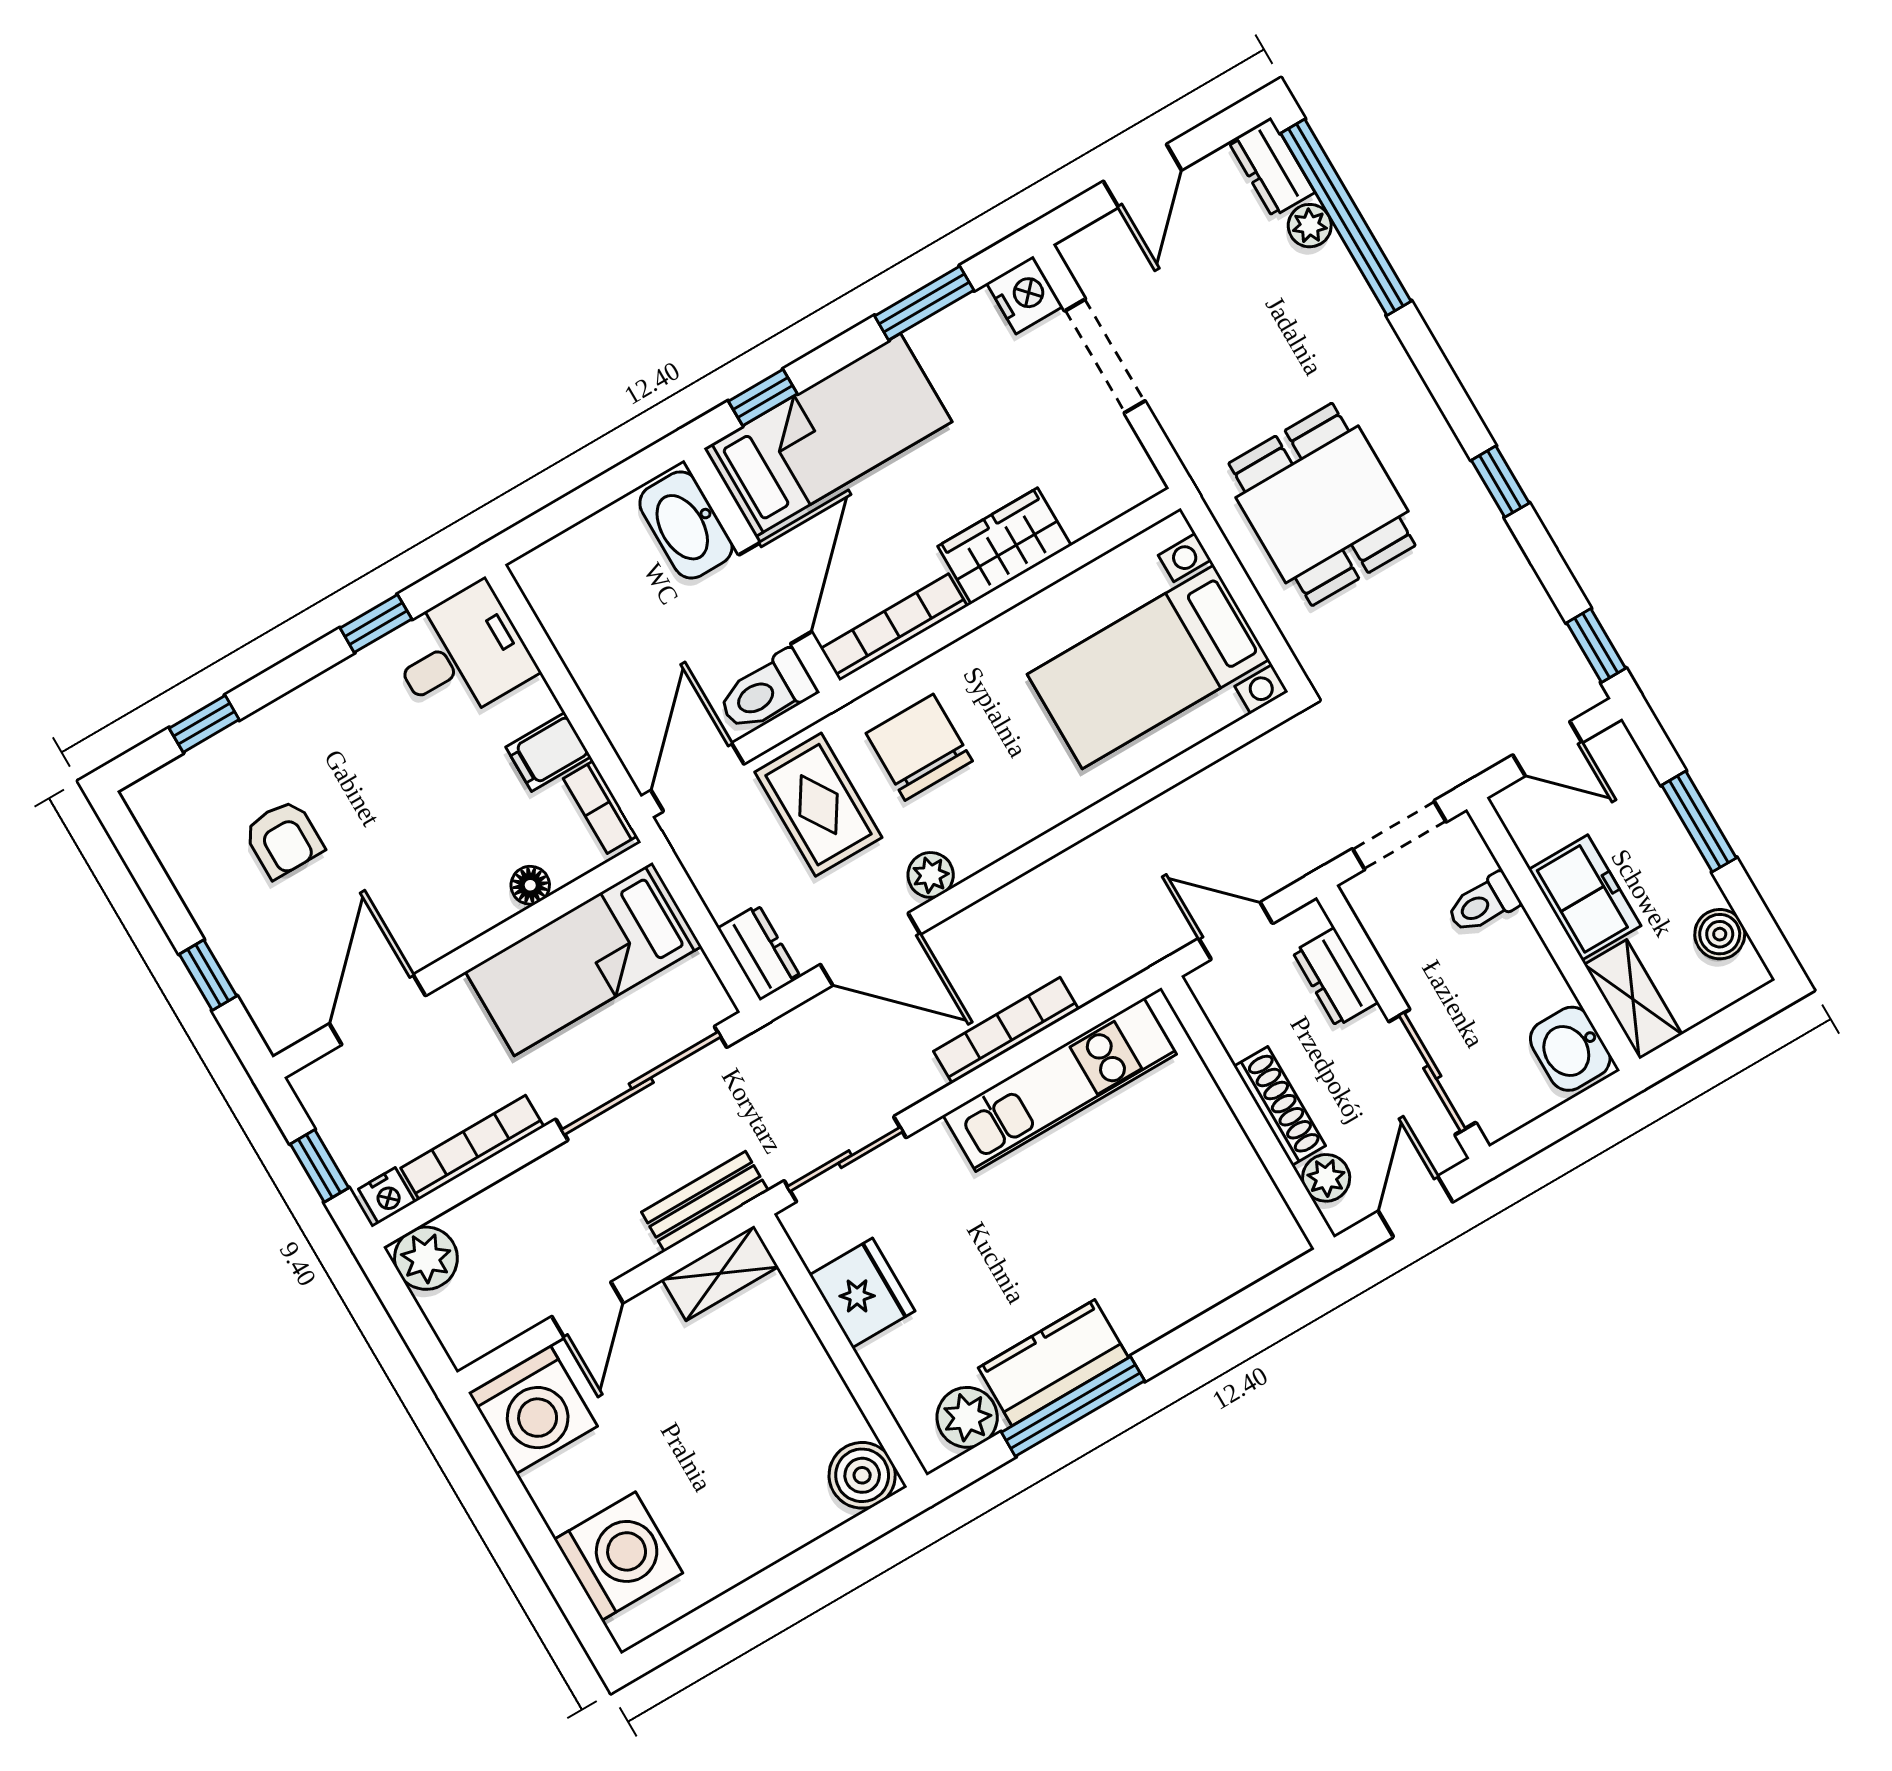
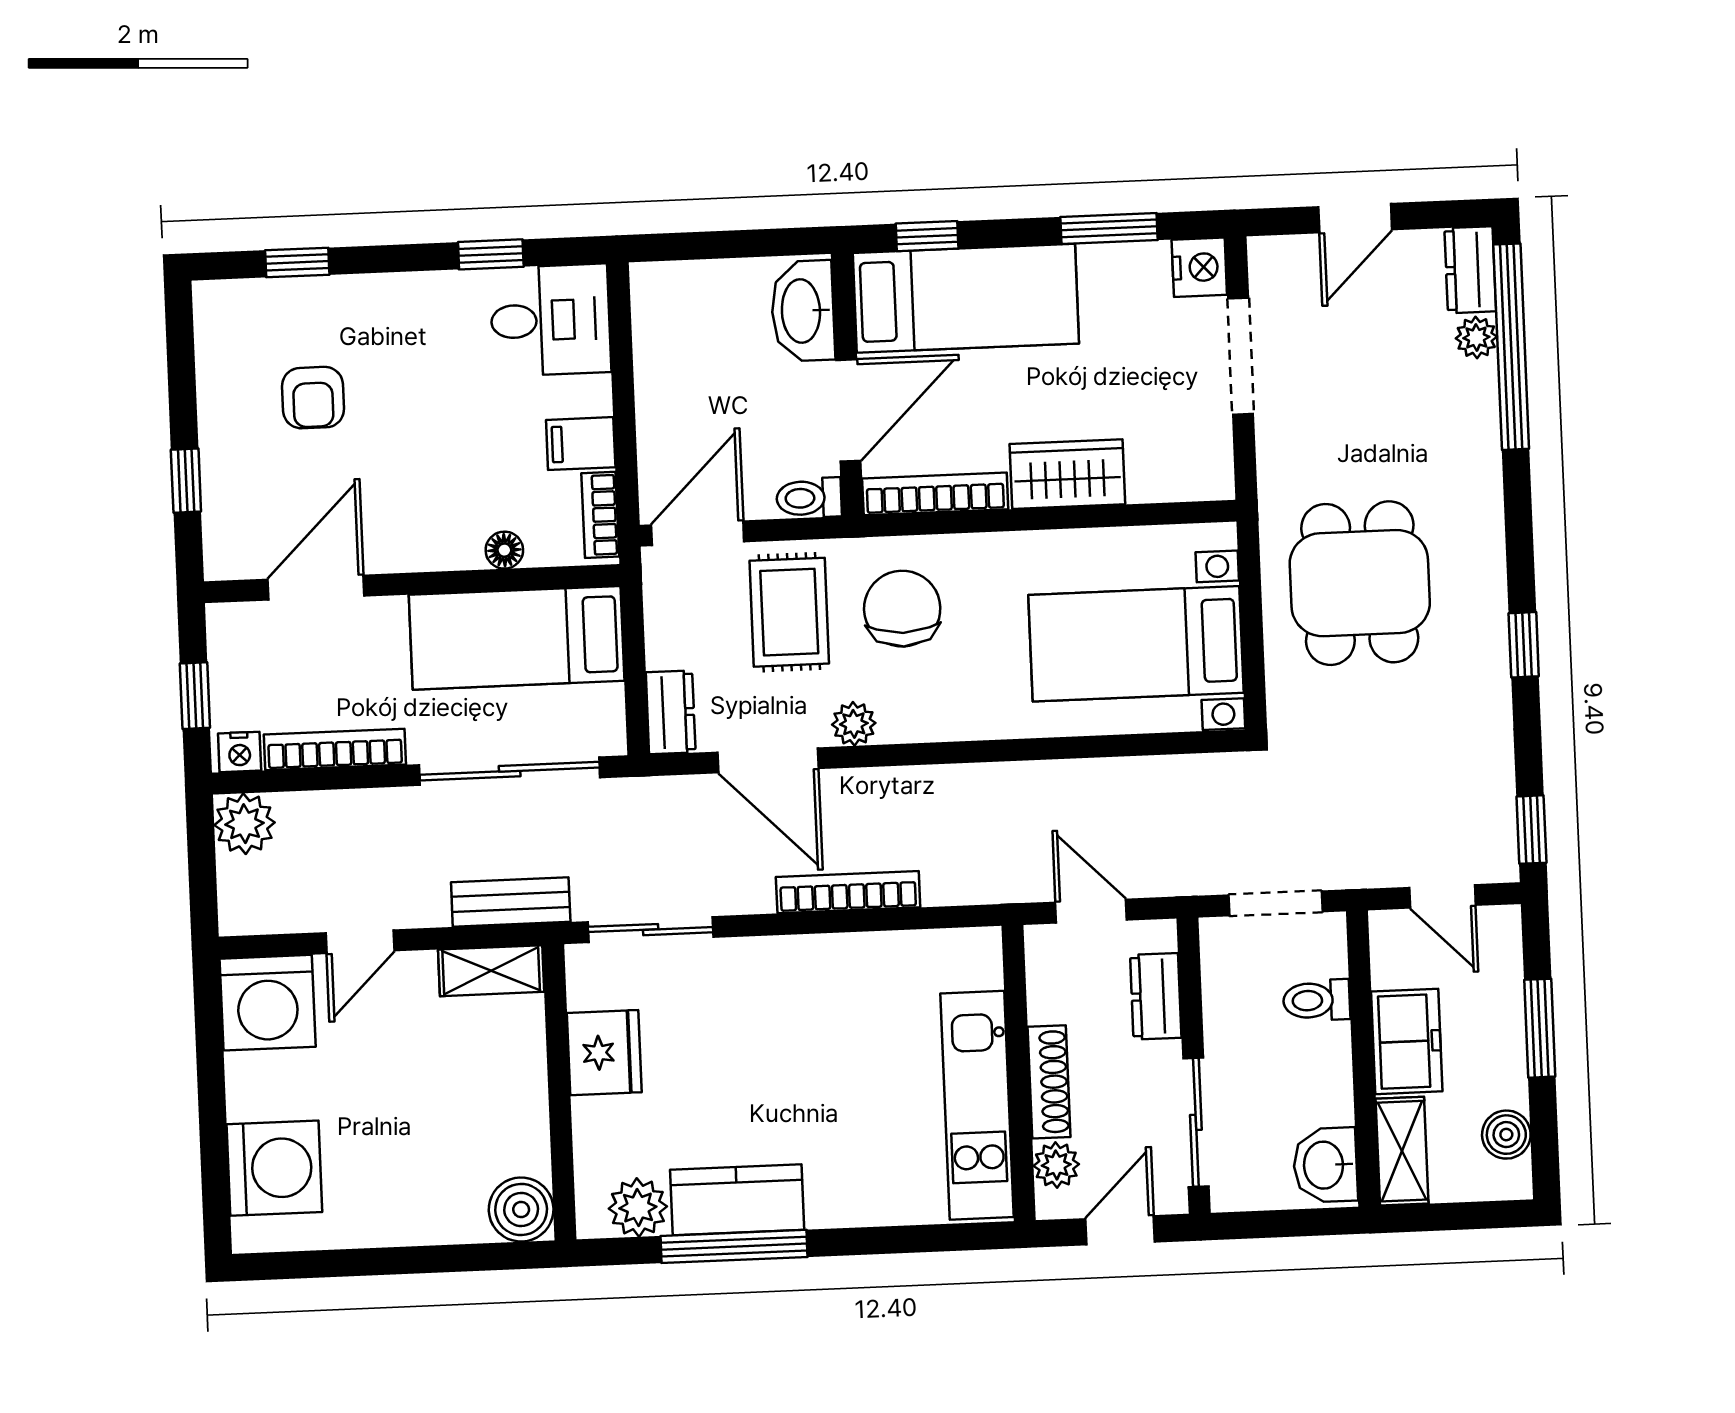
toilet: (767, 691) -> (809, 498), width x0.73, depth x0.72
kitchen unit: (1060, 1085) -> (977, 1105), moved, turned 90

